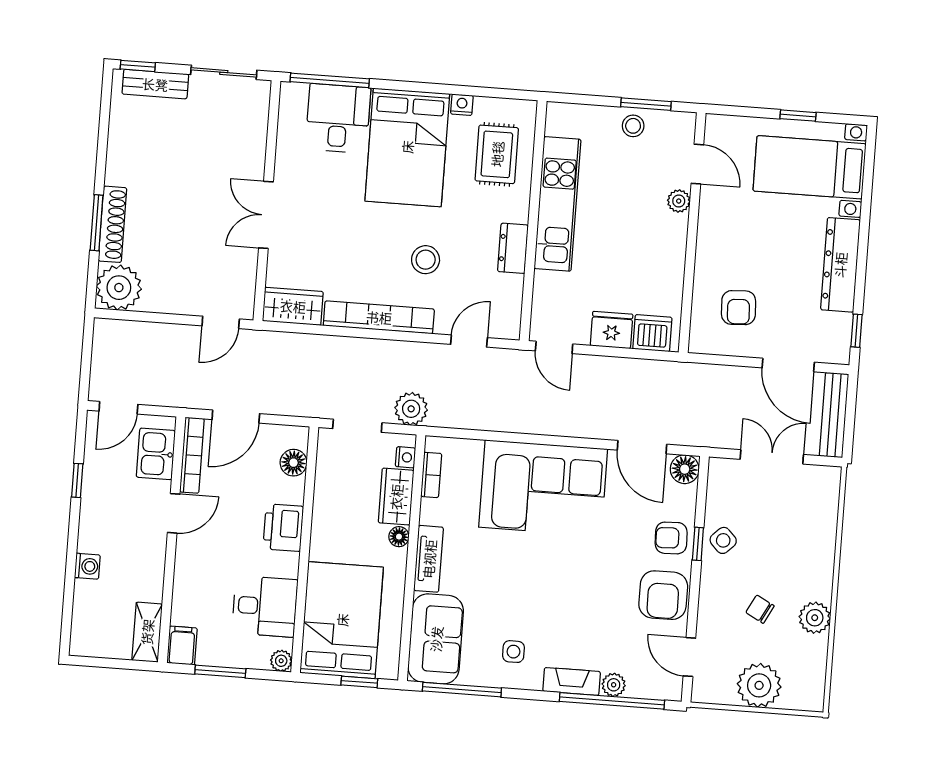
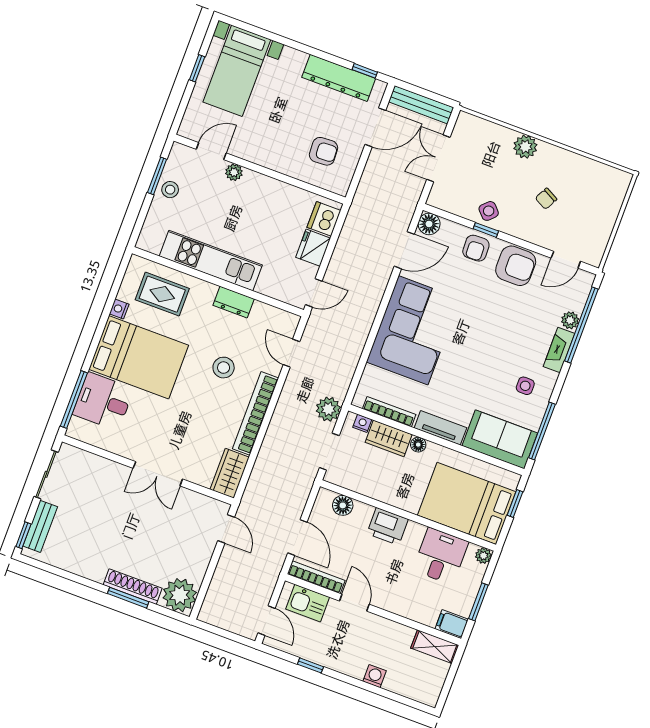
dresser: (840, 265) -> (339, 78), moved
bookcase: (431, 475) -> (389, 412), width x1.56
plant: (815, 618) -> (525, 147), moved
plant: (759, 685) -> (601, 215), removed

